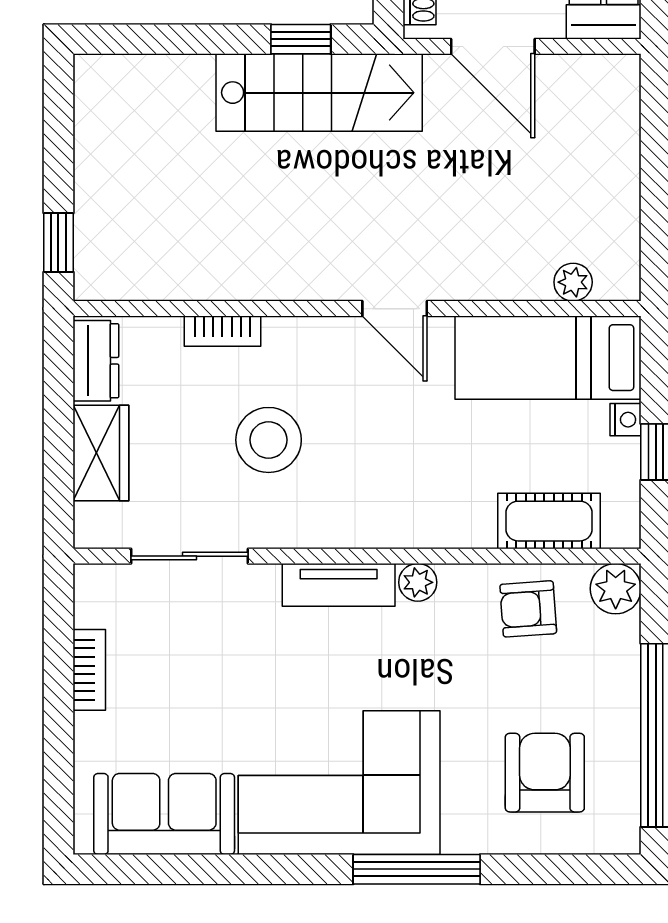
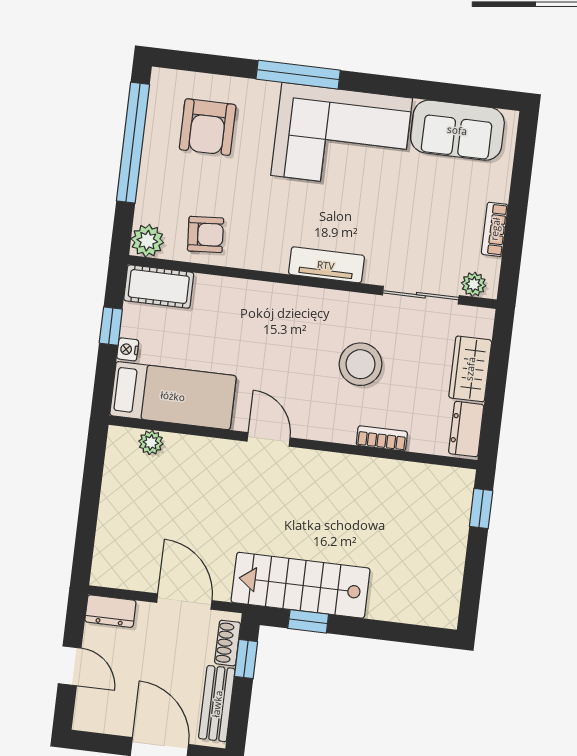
cot: (549, 521) -> (159, 287), moved
plant: (418, 582) -> (474, 284), moved

